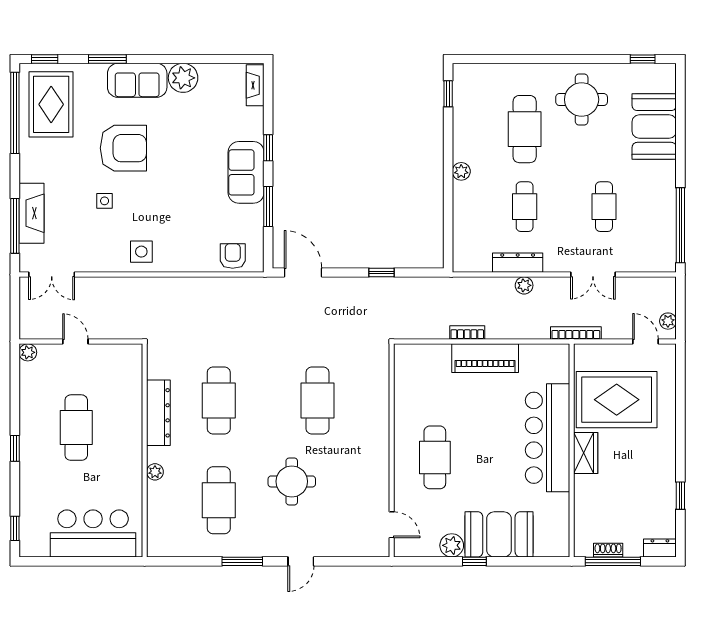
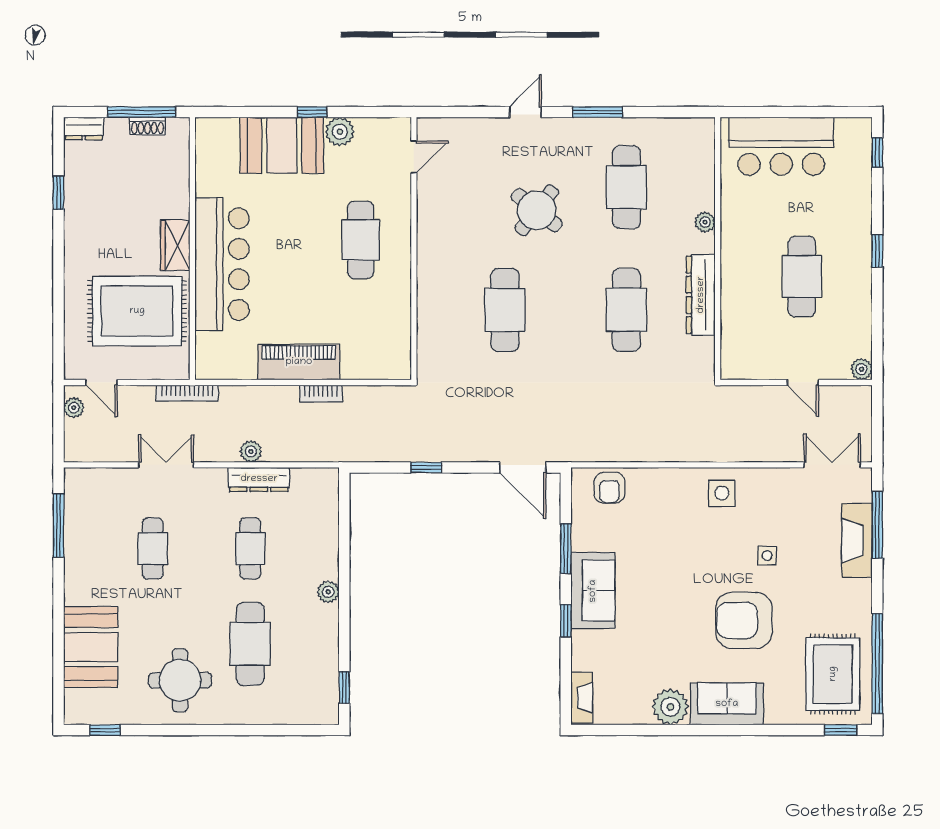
window: (107, 59) -> (764, 730), removed
window: (680, 225) -> (58, 526), width x0.68
round table: (292, 481) -> (537, 210), turned 38
door: (392, 525) -> (414, 157), swing flipped

